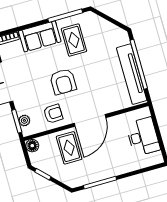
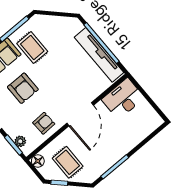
armchair: (63, 82) -> (23, 88), moved
desk: (143, 137) -> (123, 99), moved, turned -90
rug: (69, 148) -> (68, 162), moved

